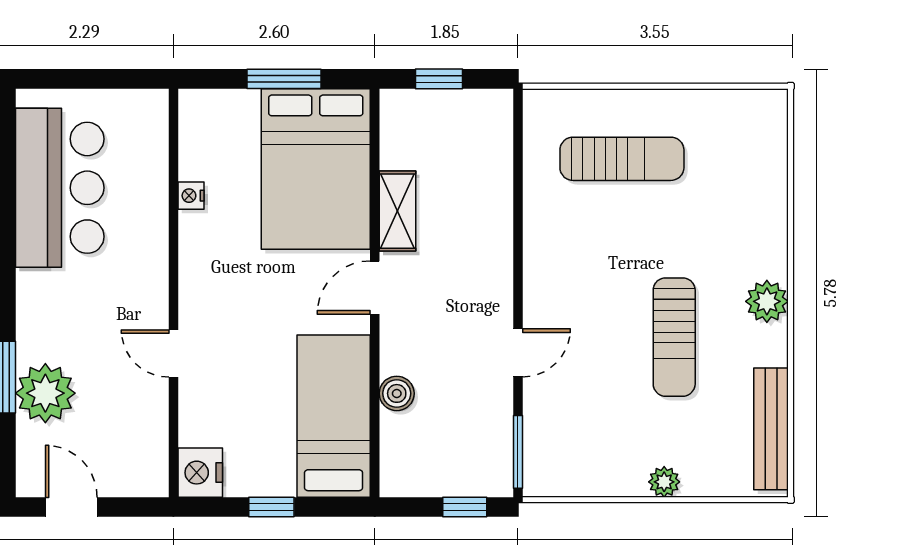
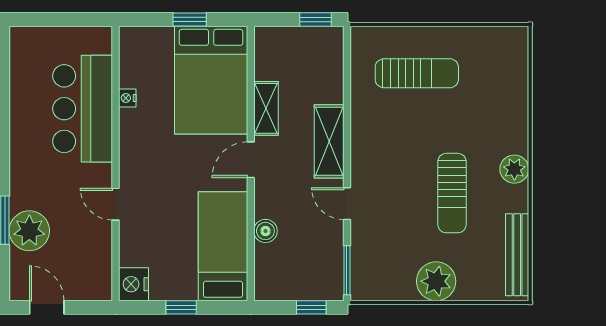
window: (284, 79) -> (190, 19), width x0.67
window: (439, 79) -> (315, 19), moved
bar counter: (60, 188) -> (83, 109), moved, turned 180
shelving: (491, 260) -> (329, 141), added
door: (518, 353) -> (347, 204), swing flipped
plant: (664, 482) -> (436, 281), width x1.87, depth x1.87

